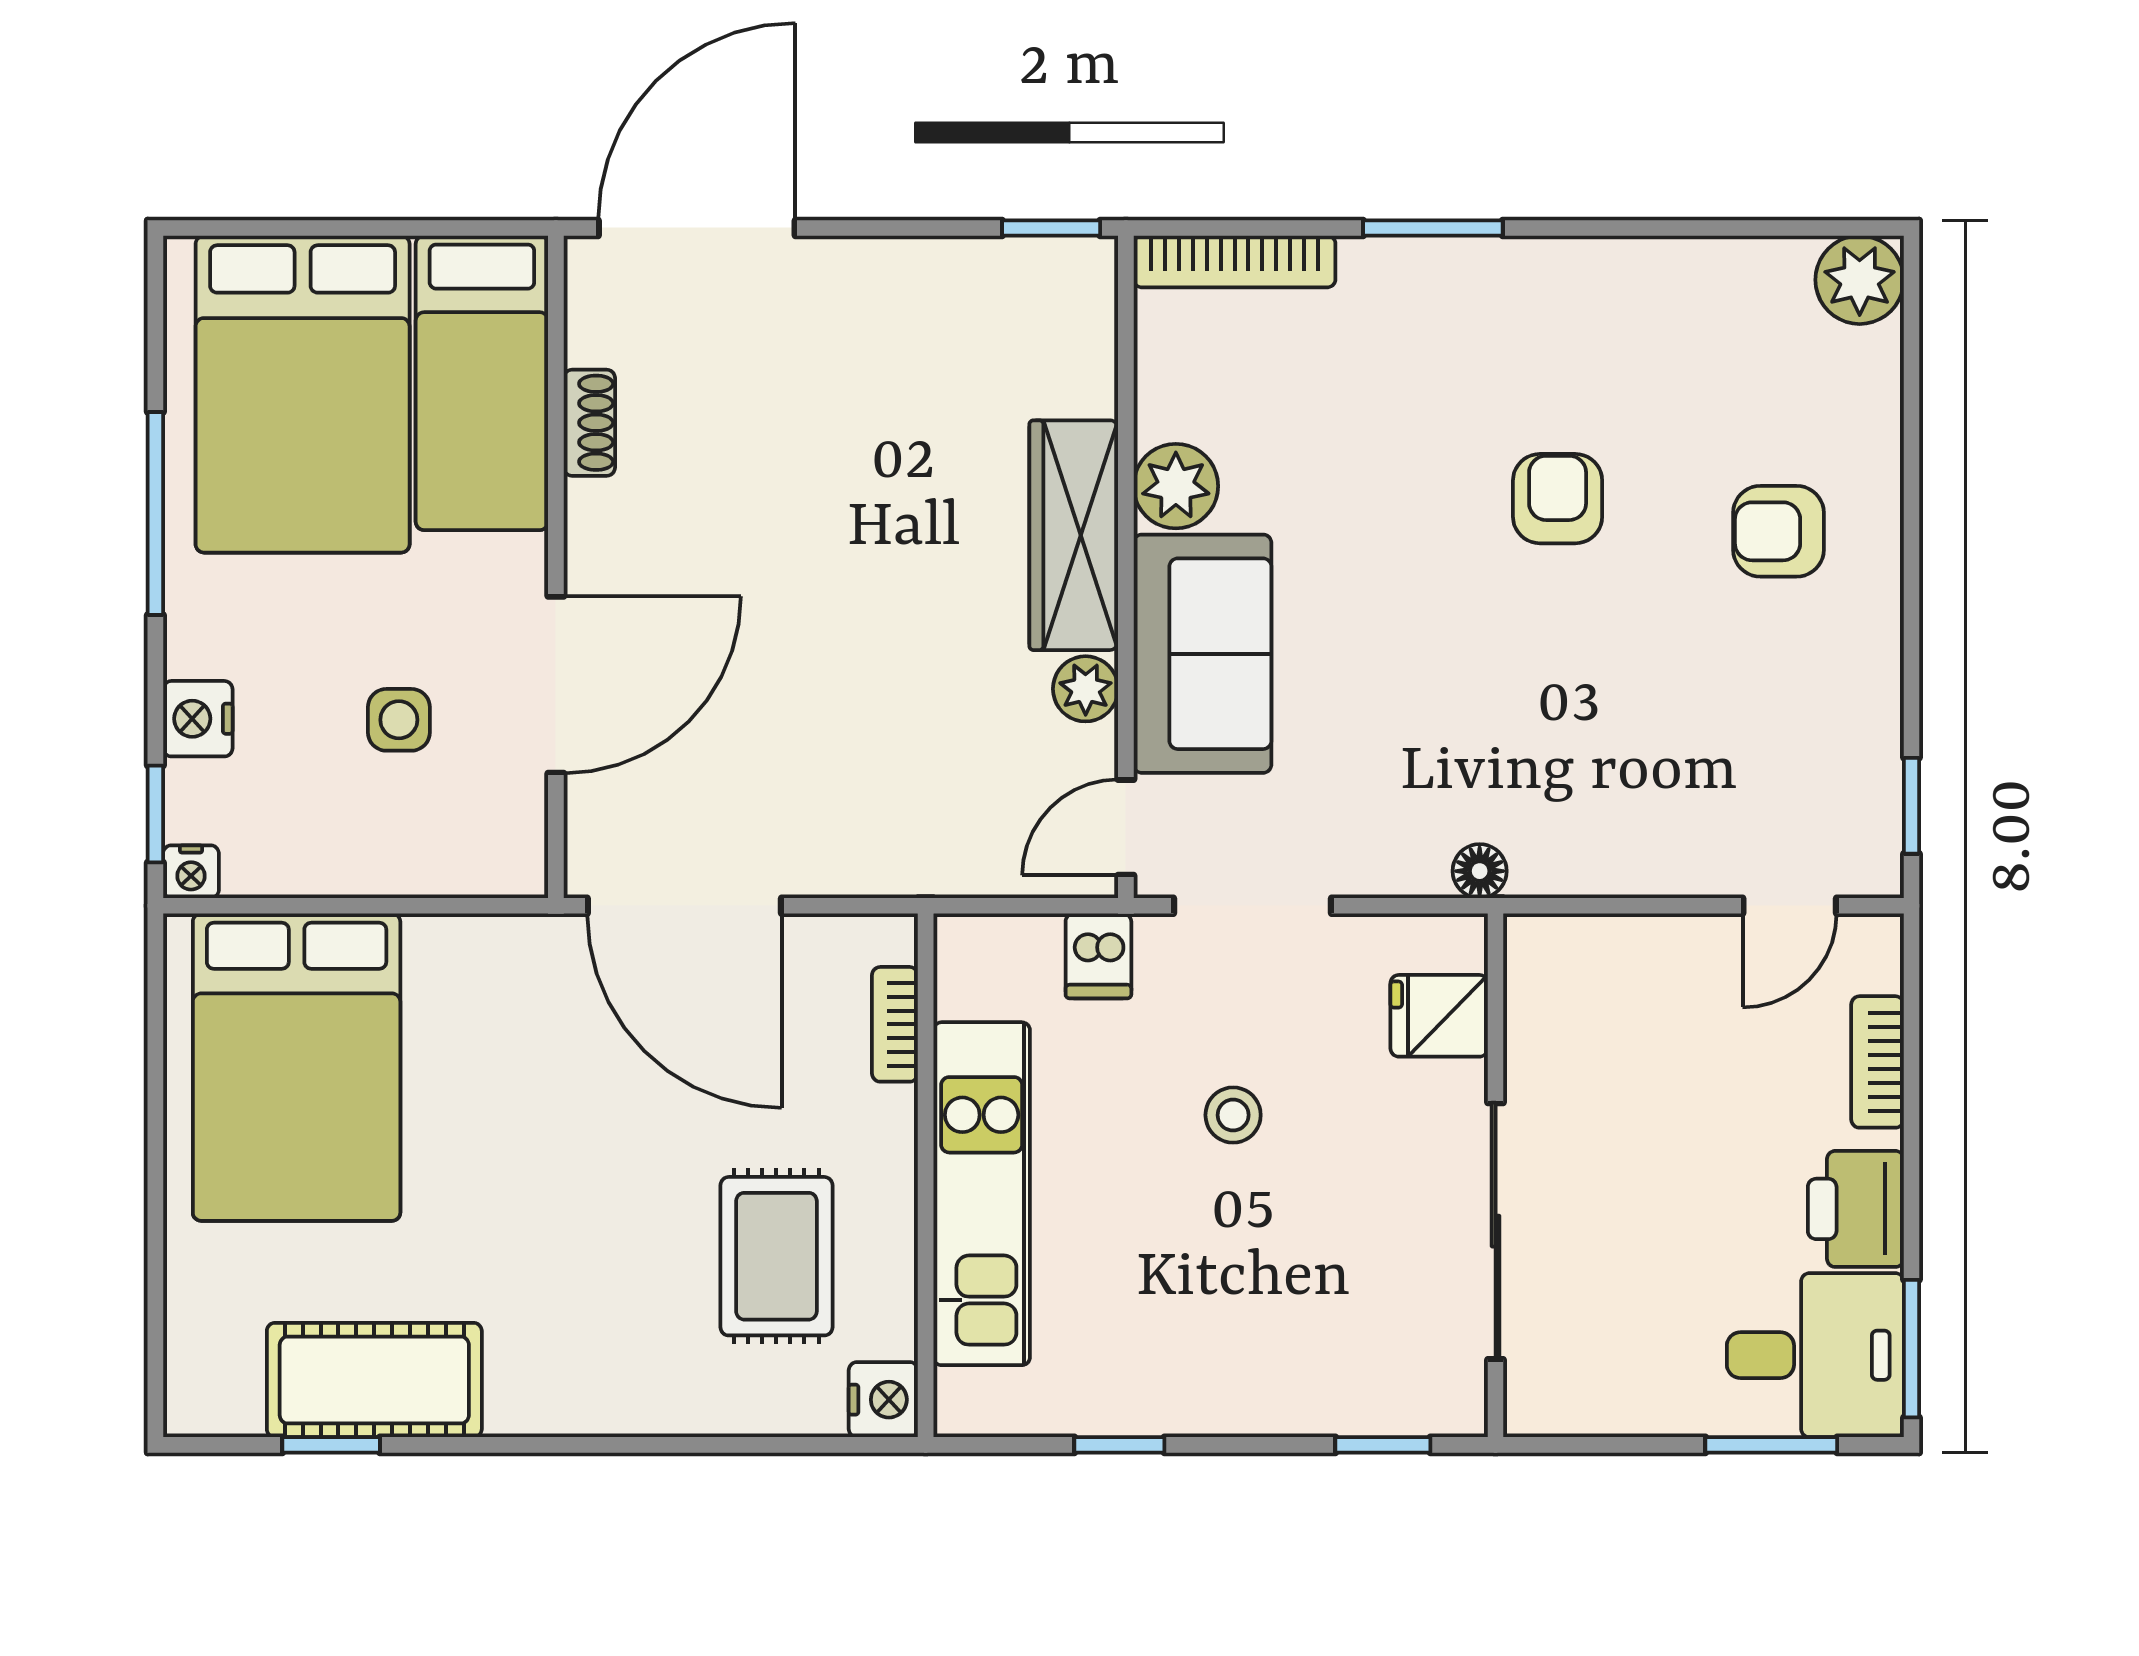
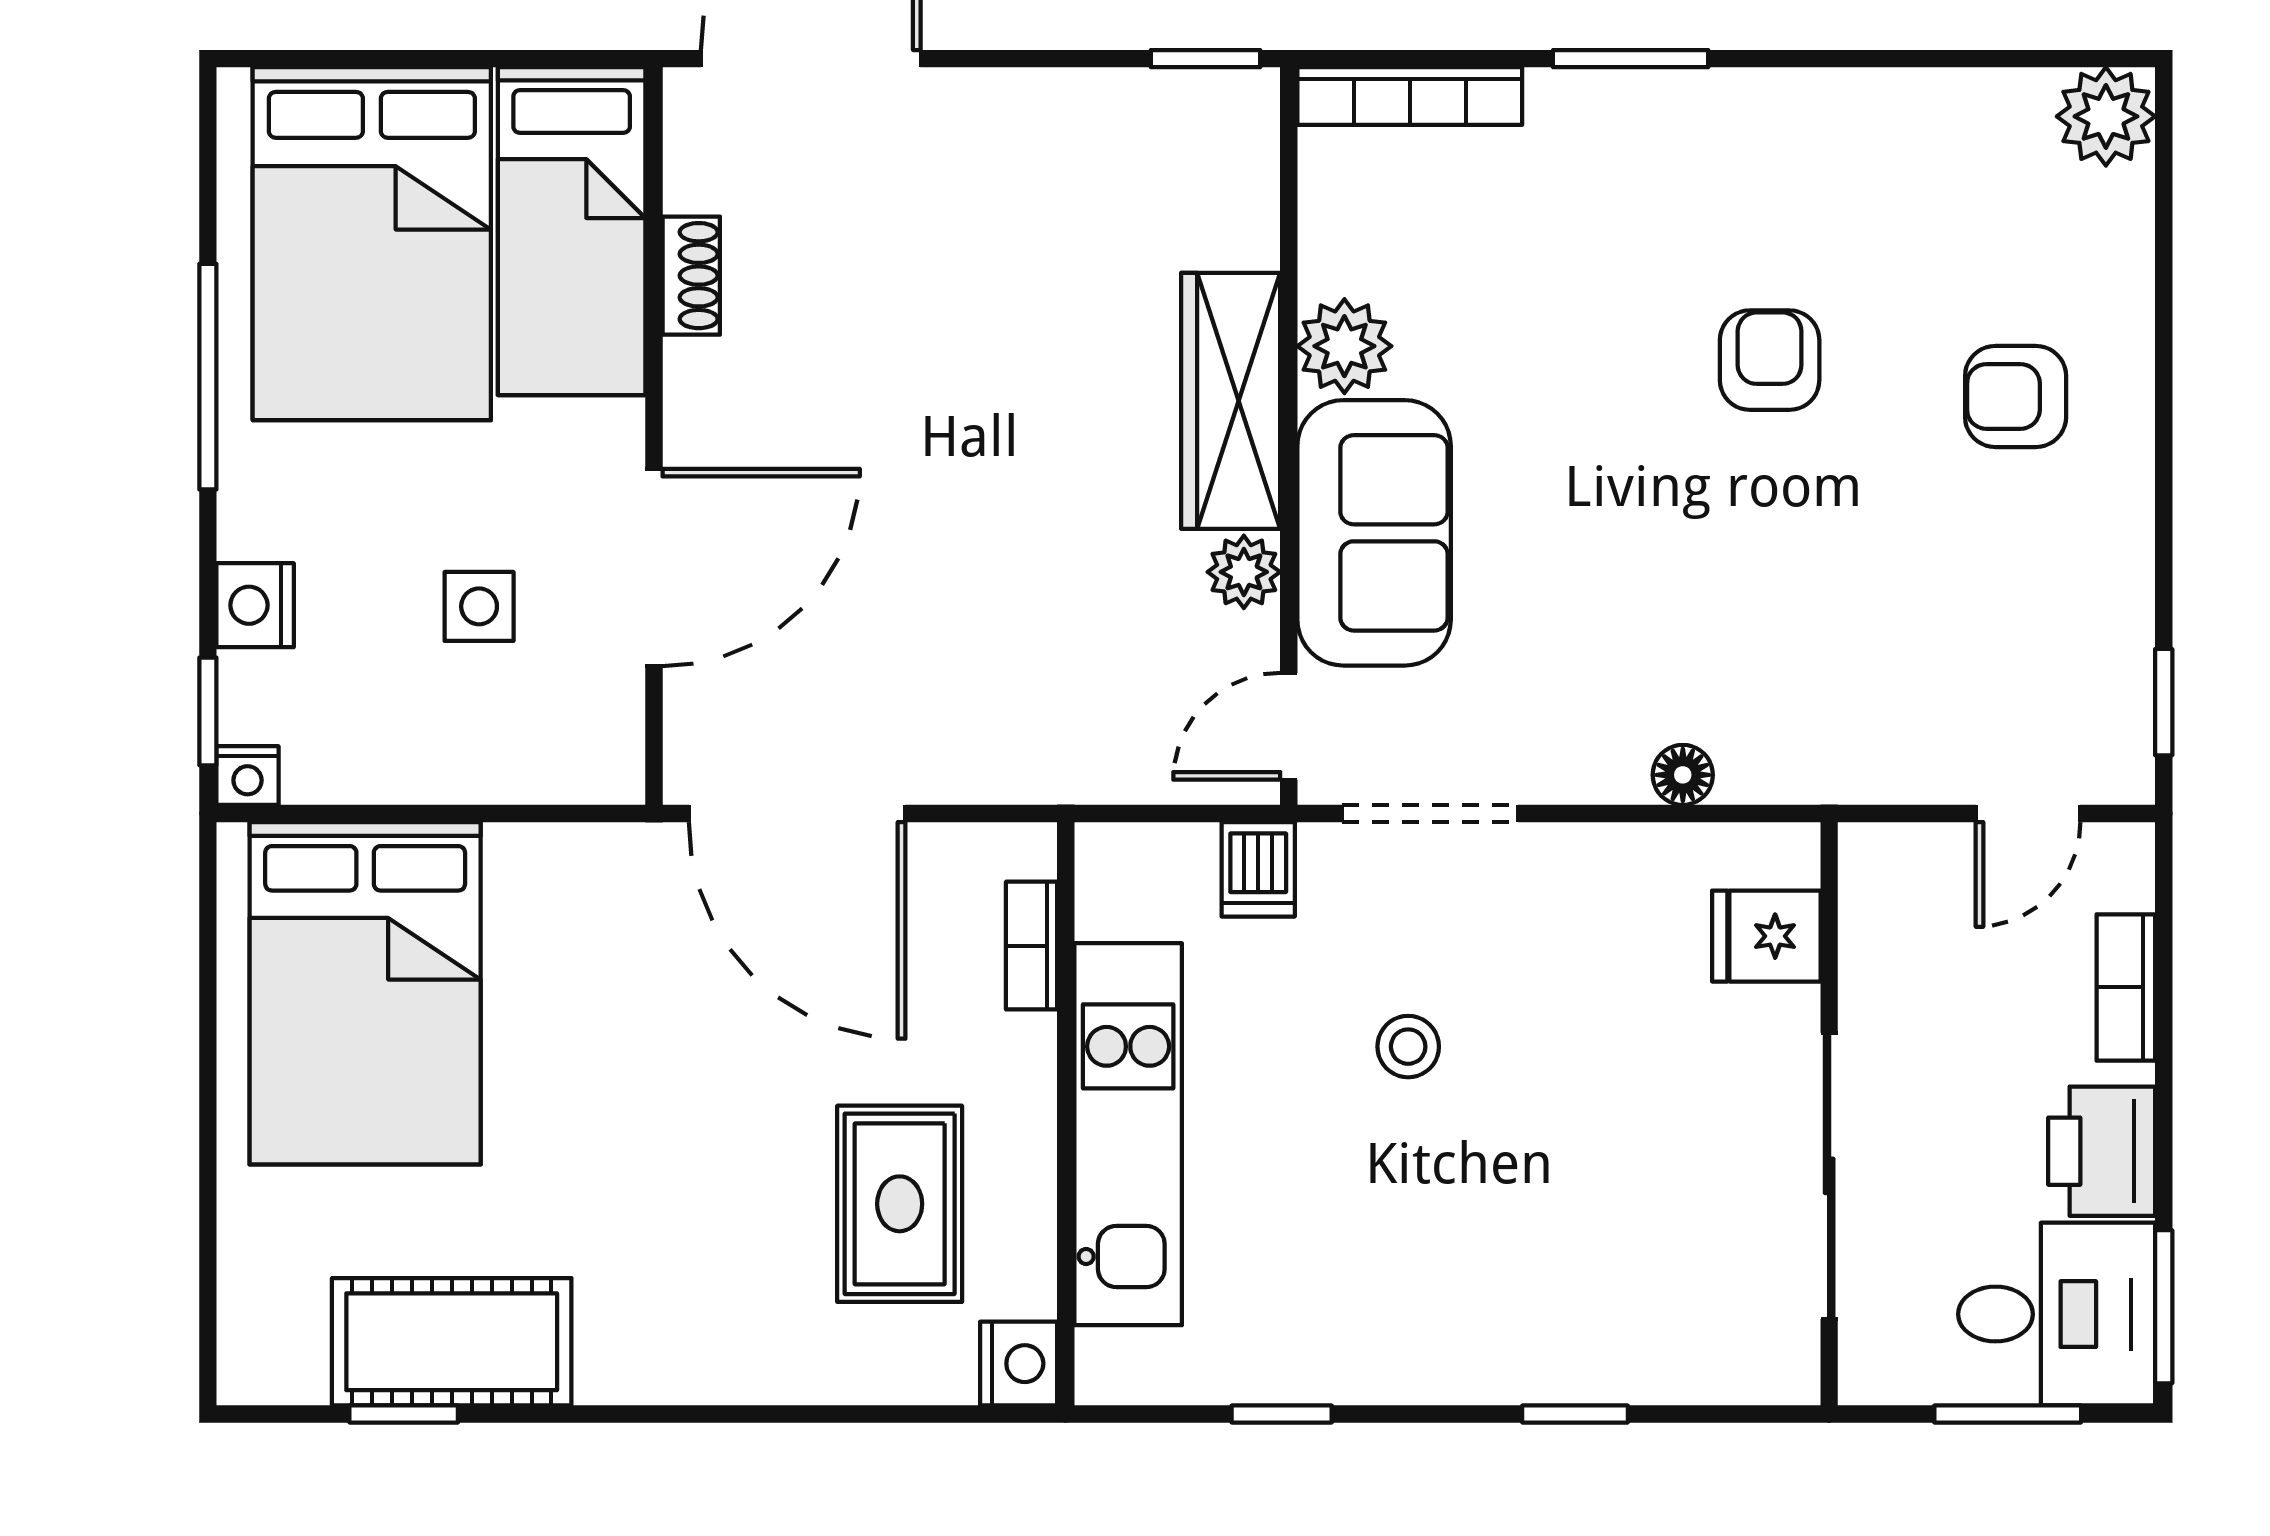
fridge: (1439, 1016) -> (1766, 936), moved
wall: (1496, 1175) -> (1829, 1114), moved
sliding door: (1496, 1231) -> (1829, 1176), moved

